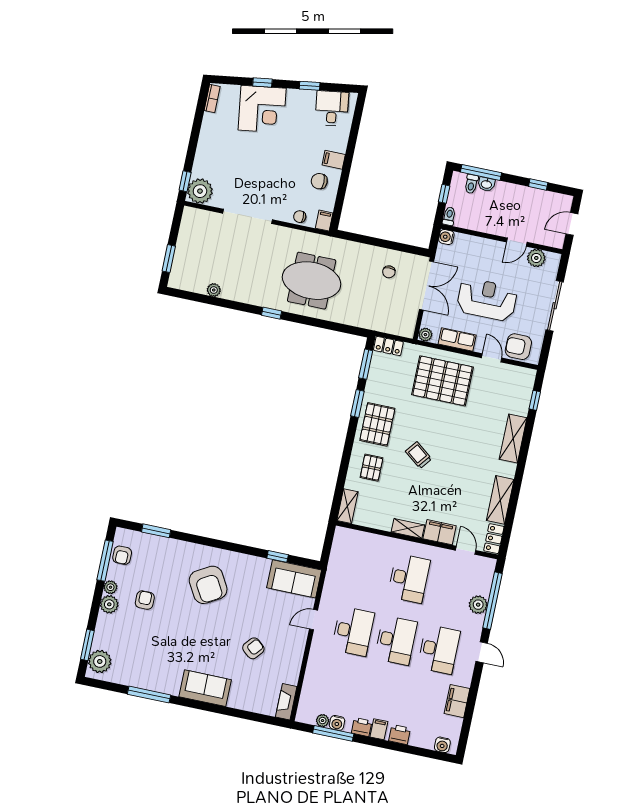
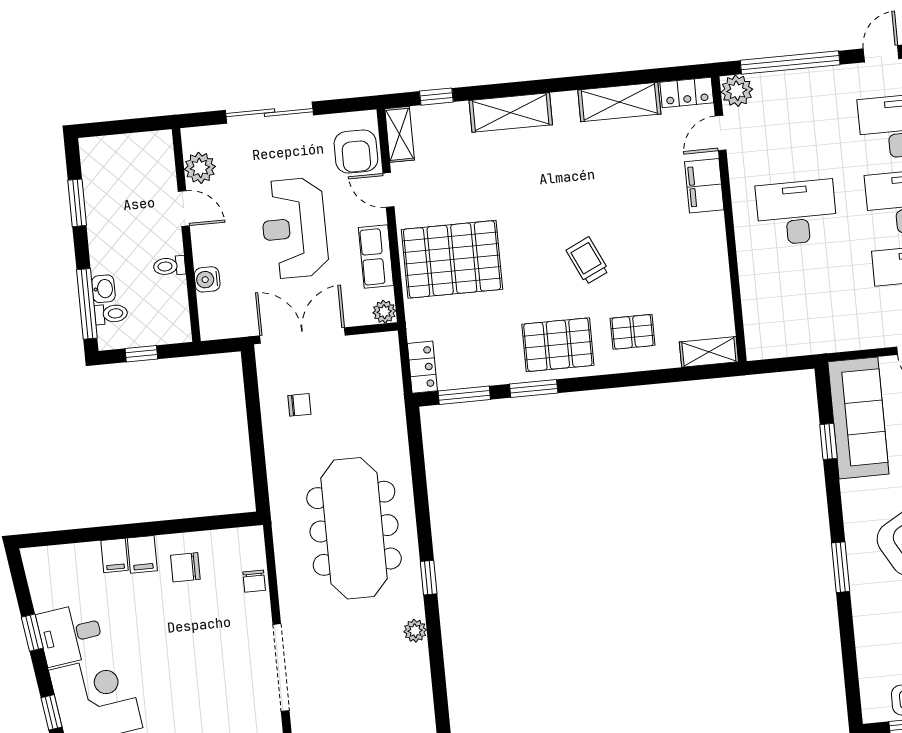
desk: (332, 108) -> (70, 634), moved
chair: (319, 181) -> (185, 567), turned 90
window: (538, 184) -> (77, 203), width x1.50
toilet: (449, 216) -> (169, 266), moved
filing cabinet: (324, 221) -> (114, 555), moved, turned -90
door: (572, 224) -> (125, 127), removed
water cooler: (446, 237) -> (207, 279), moved, turned 90
meeting table: (312, 281) -> (354, 528), width x1.36
plant: (214, 290) -> (415, 631), moved
door: (492, 358) -> (388, 190), hinge flipped
pallet: (443, 381) -> (452, 259), turned 90
trolley: (419, 455) -> (587, 261), turned 117
shelving: (408, 528) -> (400, 134), moved
window: (156, 531) -> (841, 567), moved
sofa: (294, 579) -> (858, 418), width x1.36
plant: (478, 605) -> (737, 91), moved

